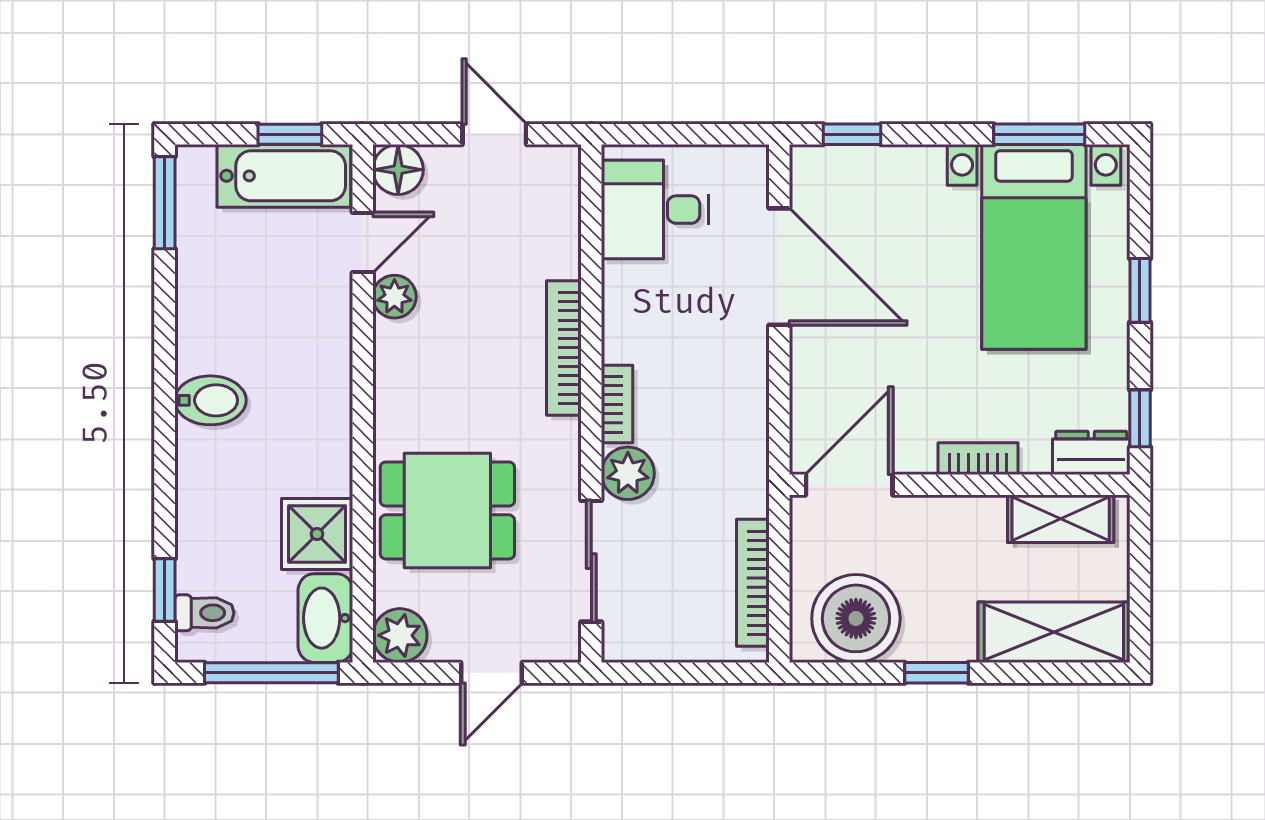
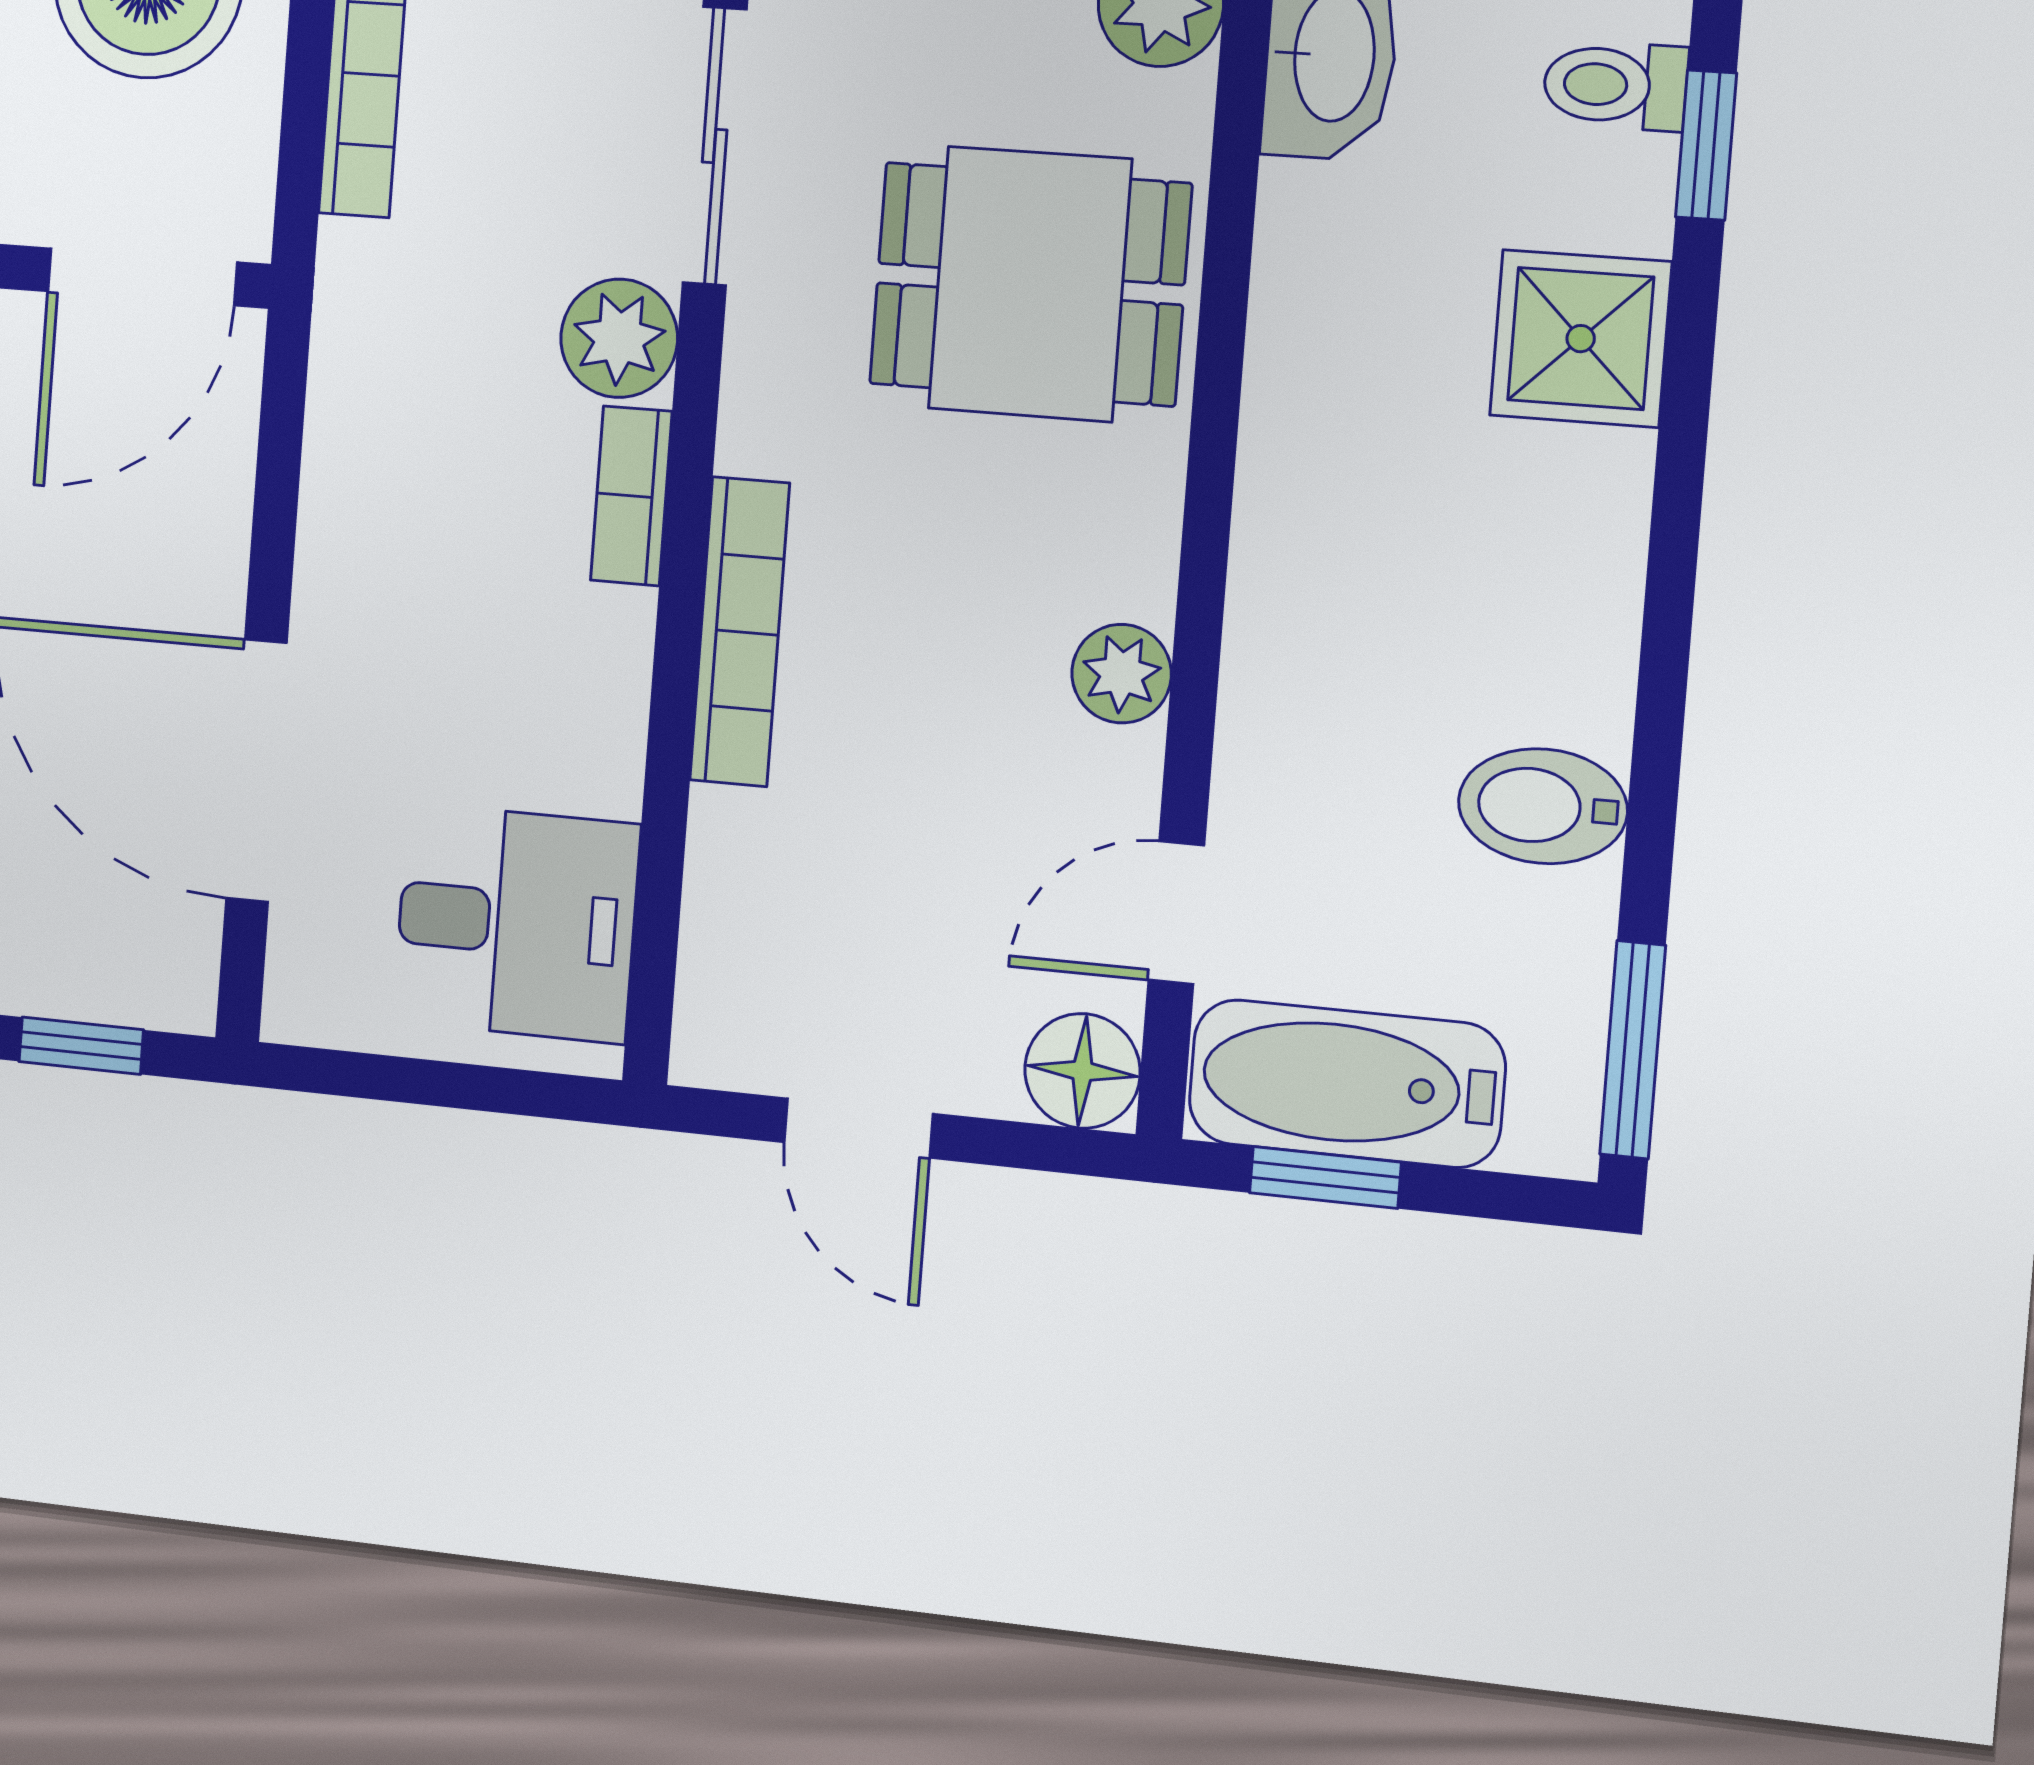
plant: (394, 297) -> (1122, 674), moved
bidet: (210, 400) -> (1543, 806), moved
shower: (317, 534) -> (1581, 339), moved

